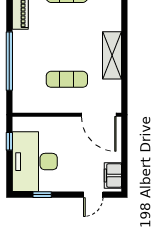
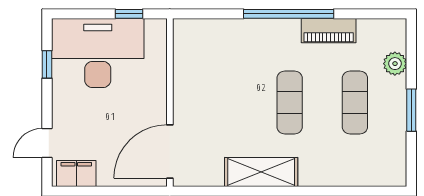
window: (9, 61) -> (289, 14), moved
exercise mat: (67, 79) -> (290, 103), moved
door: (93, 195) -> (47, 143), hinge flipped

